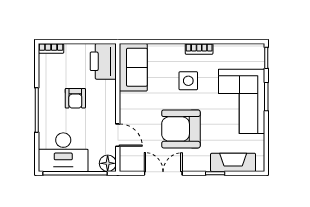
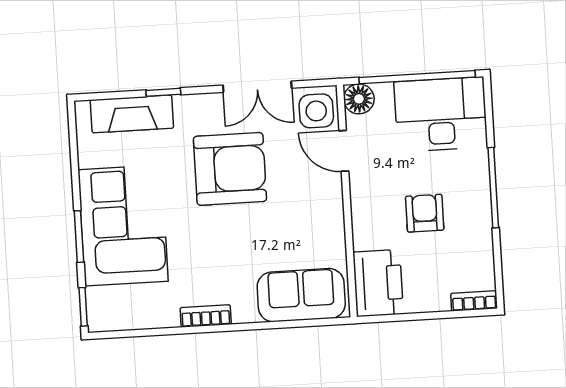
sofa: (133, 67) -> (301, 295), moved, turned 90
side table: (188, 81) -> (316, 111), moved

